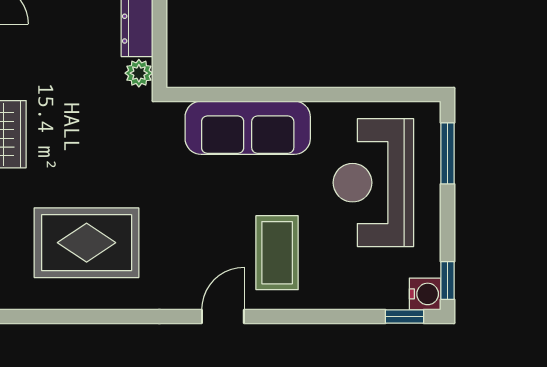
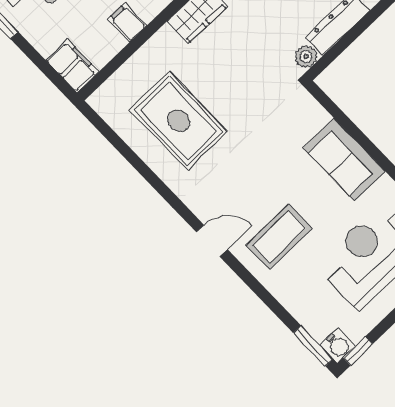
sofa: (248, 128) -> (344, 160), width x0.73
window: (404, 316) -> (313, 346), width x1.50

